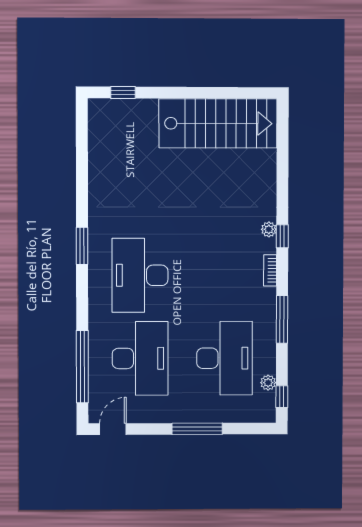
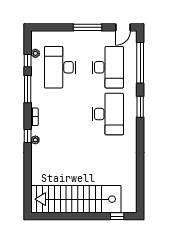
stairs: (218, 123) -> (76, 199), width x1.36
window: (82, 246) -> (140, 107), moved
desk: (140, 358) -> (108, 67), turned 180
window: (282, 397) -> (28, 61), moved
window: (197, 429) -> (88, 27), moved

